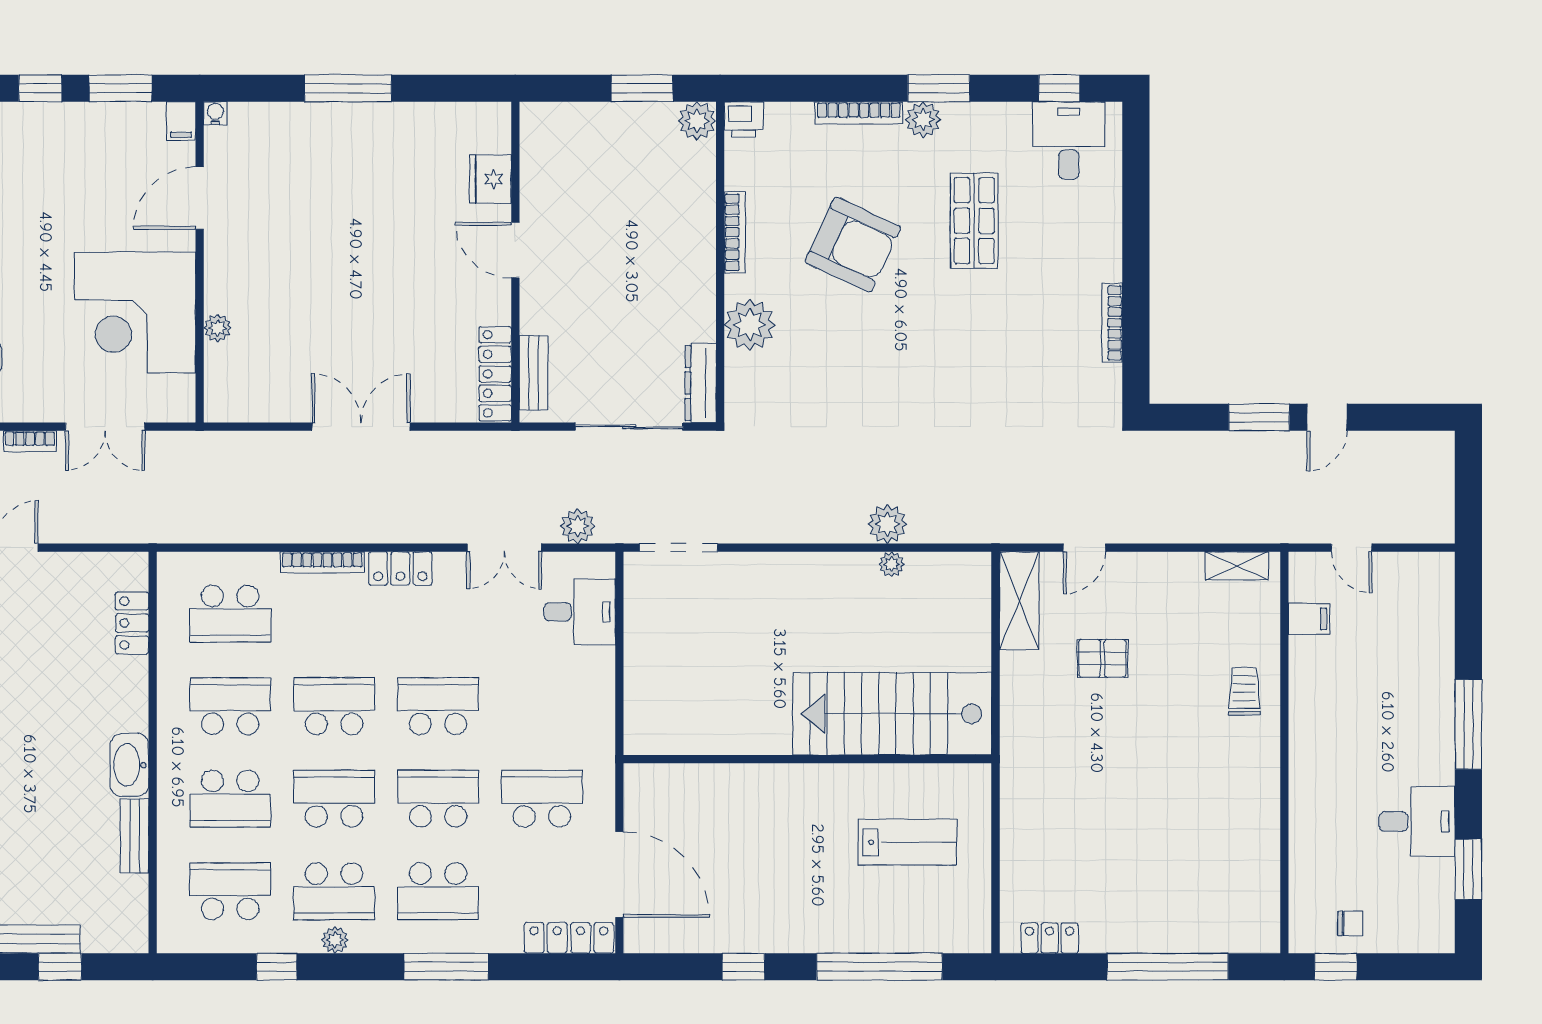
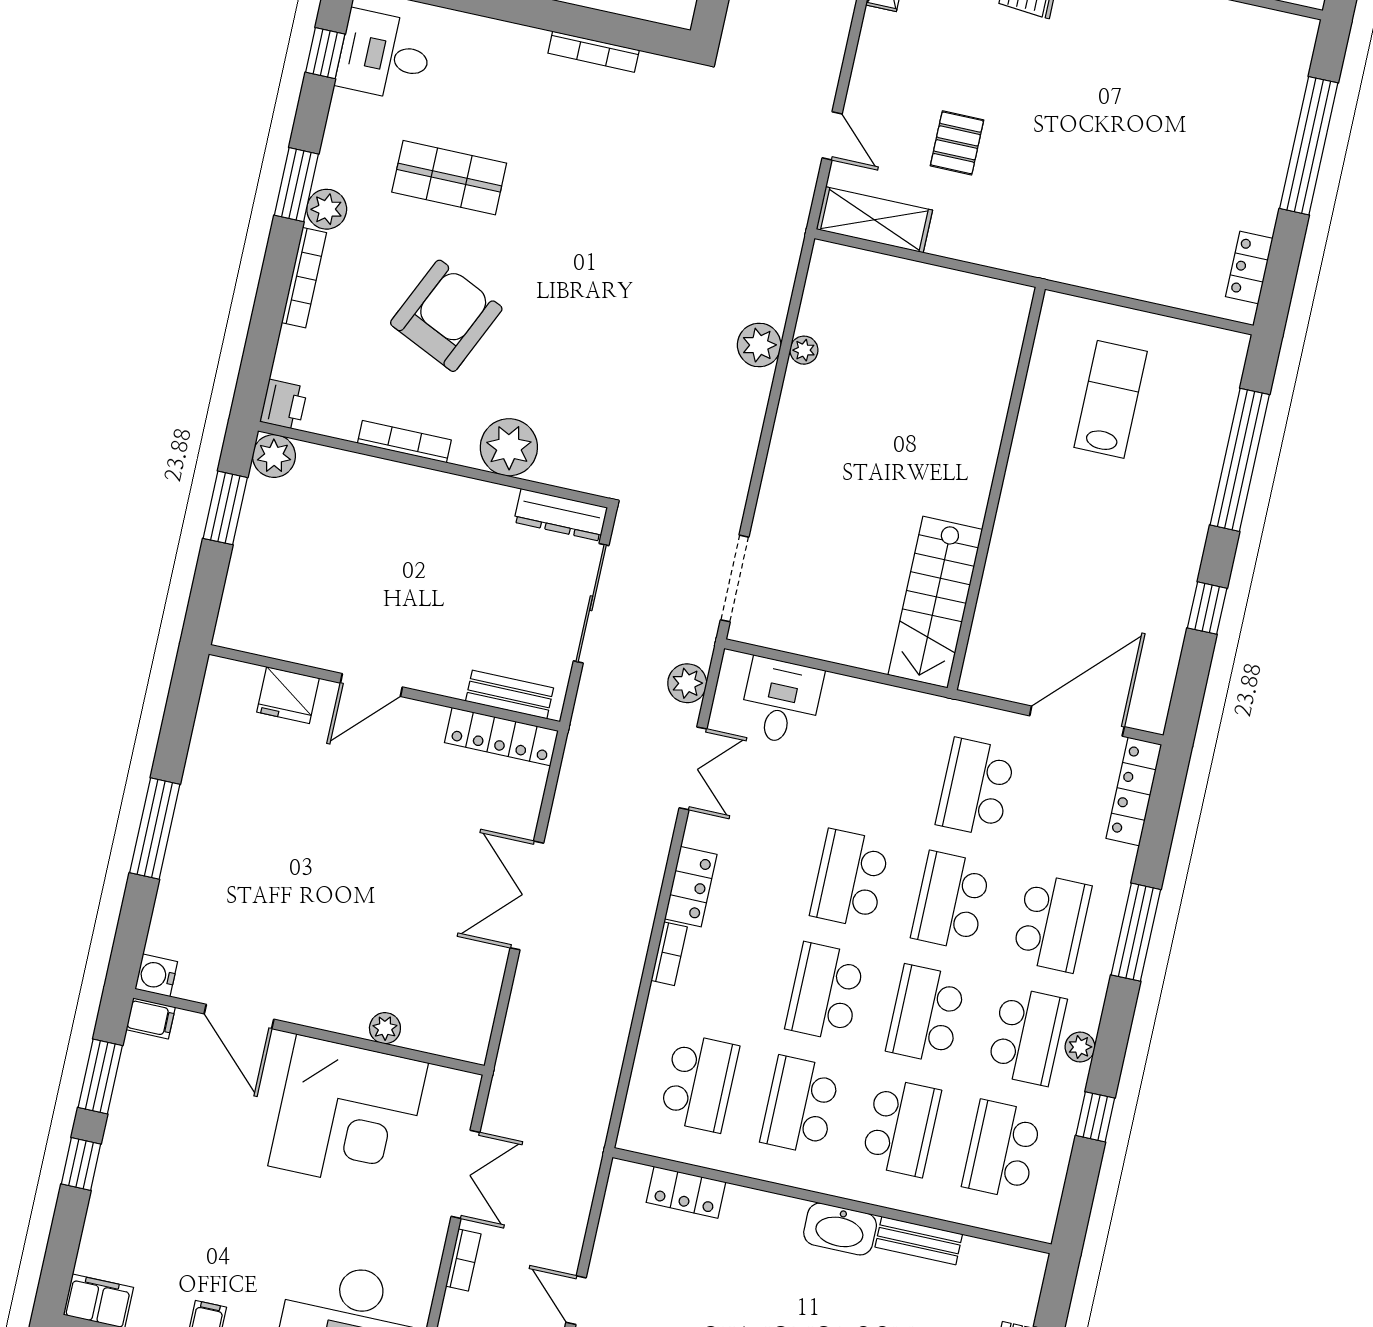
water cooler: (215, 113) -> (156, 975), width x1.38, depth x1.38
bookcase: (322, 562) -> (669, 954), width x0.64
stairs: (892, 714) -> (935, 602), moved, width x0.73, depth x0.66

